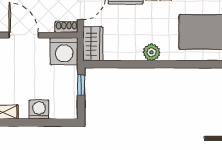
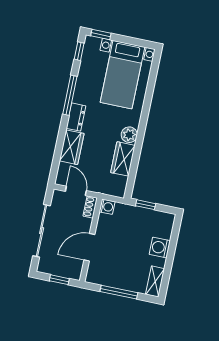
wardrobe: (93, 44) -> (123, 159), moved, turned -90
washing machine: (64, 51) -> (107, 207), width x0.53, depth x0.53

